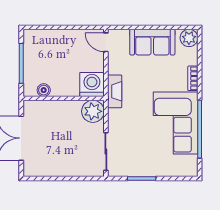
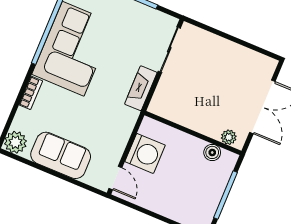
washing machine: (92, 84) -> (145, 153), moved, turned -90
fireplace: (115, 91) -> (141, 88), moved
plant: (93, 111) -> (229, 137), moved, width x0.53, depth x0.53

